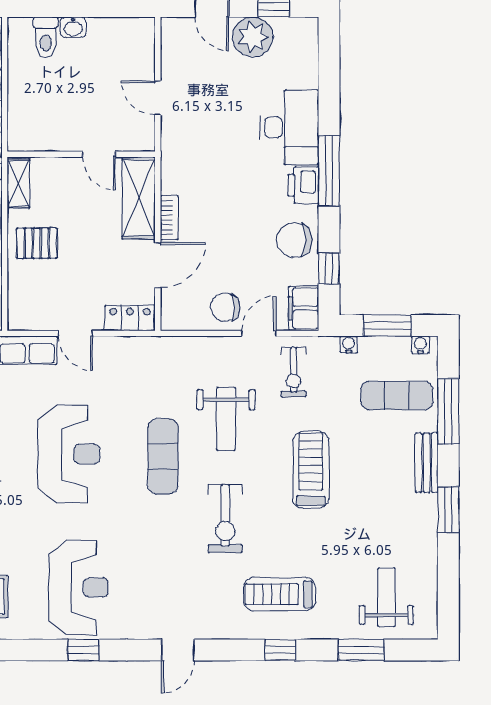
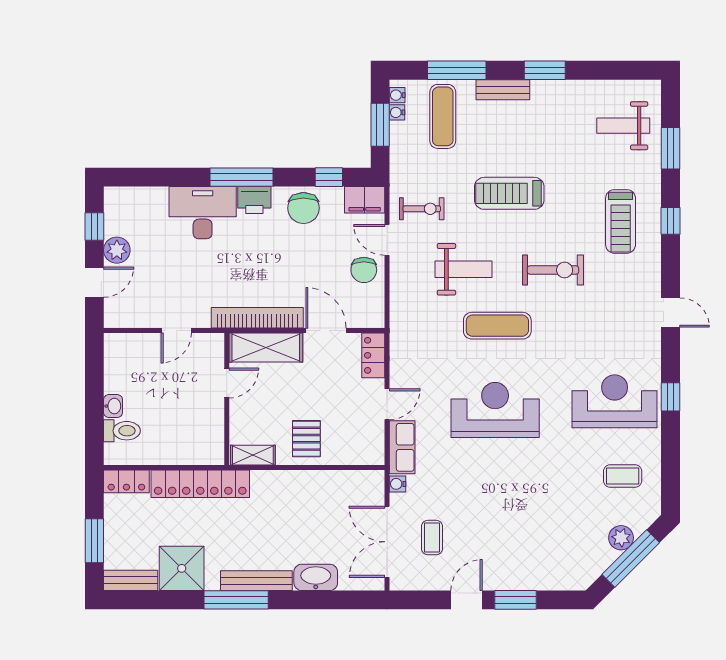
plant: (253, 37) -> (117, 250), width x0.73, depth x0.73
bookcase: (169, 218) -> (257, 318), width x2.31, depth x1.31
water cooler: (349, 344) -> (397, 112), moved

